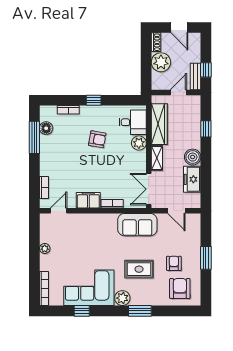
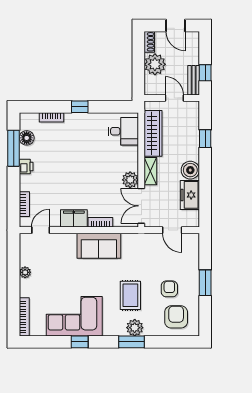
door: (178, 92) -> (174, 98), hinge flipped
armchair: (97, 139) -> (84, 150), removed
plant: (139, 143) -> (130, 180), moved
printer: (46, 154) -> (26, 166), added
sofa: (137, 225) -> (99, 246), moved
rug: (139, 269) -> (130, 295), turned 90
plant: (122, 298) -> (135, 328), moved
window: (82, 311) -> (80, 342), moved

